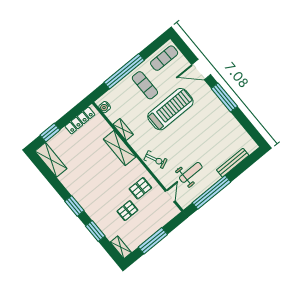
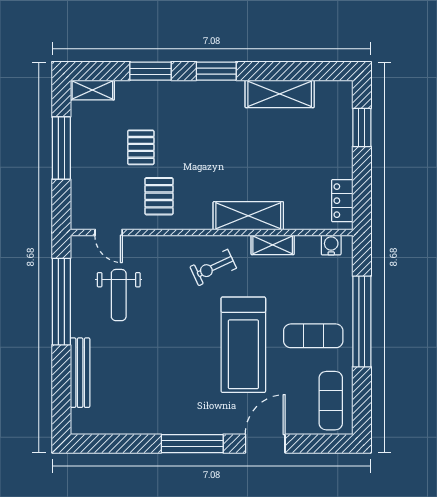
locker: (80, 120) -> (342, 201), width x0.66
shelving: (51, 160) -> (280, 94), moved
exercise bike: (156, 160) -> (213, 267), moved

